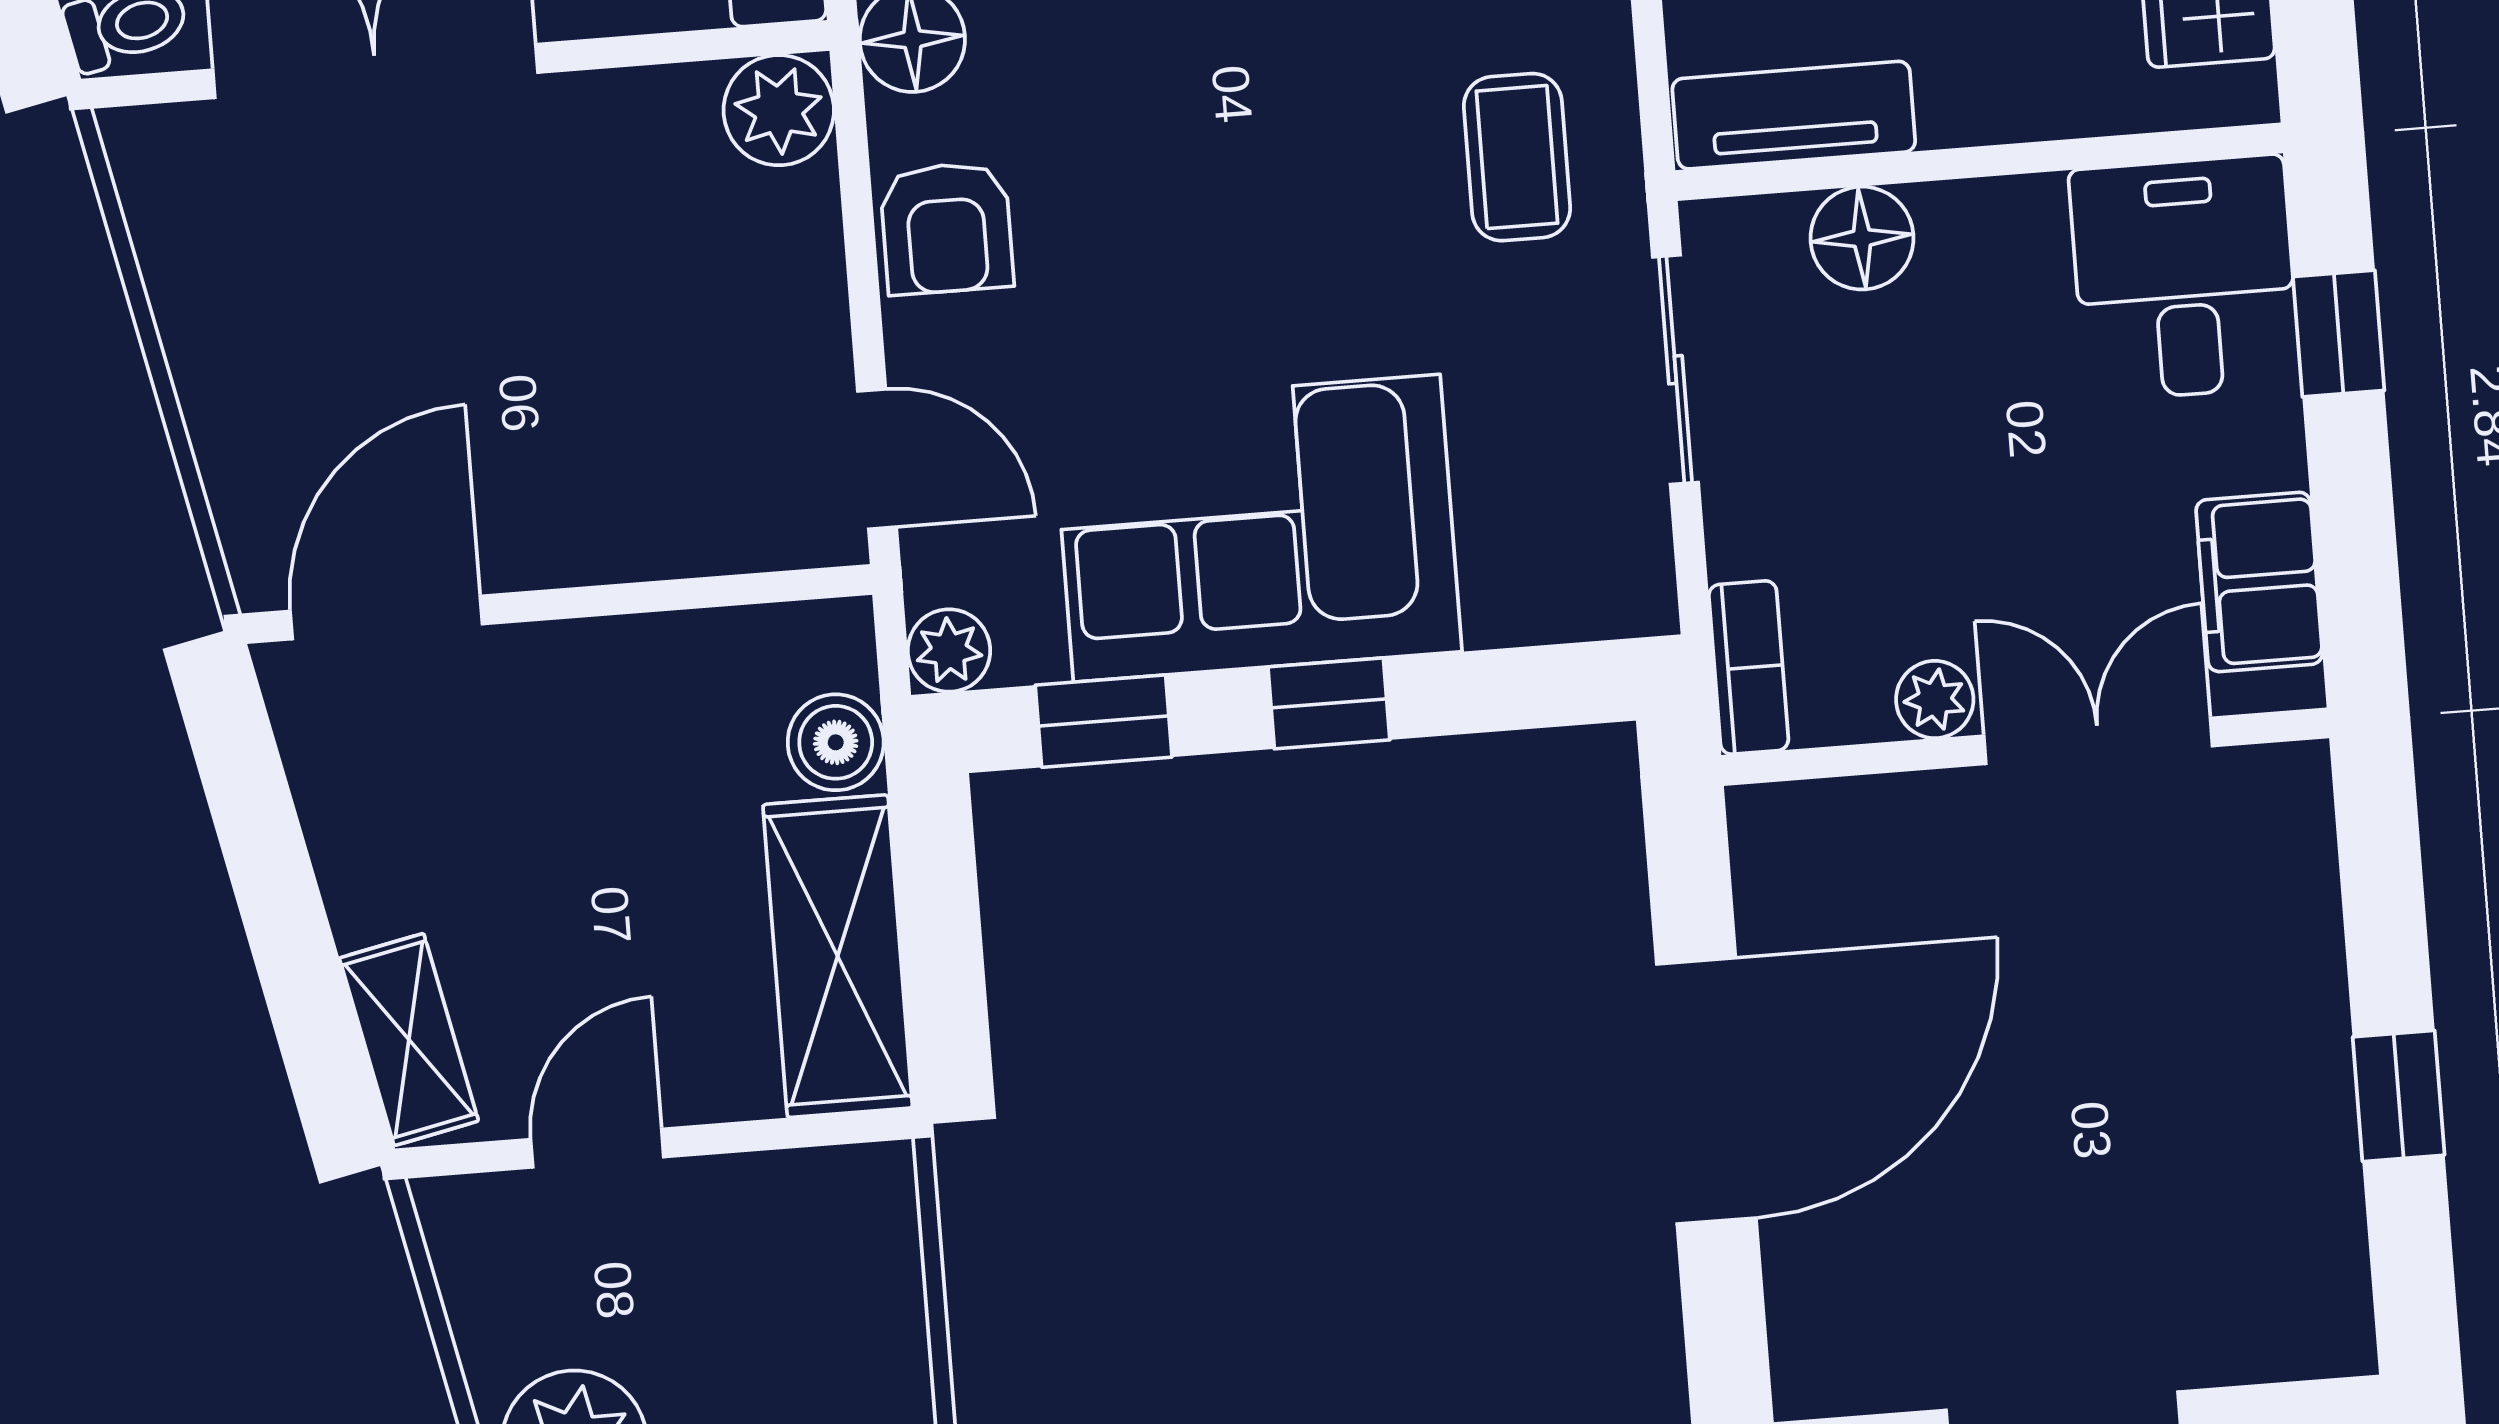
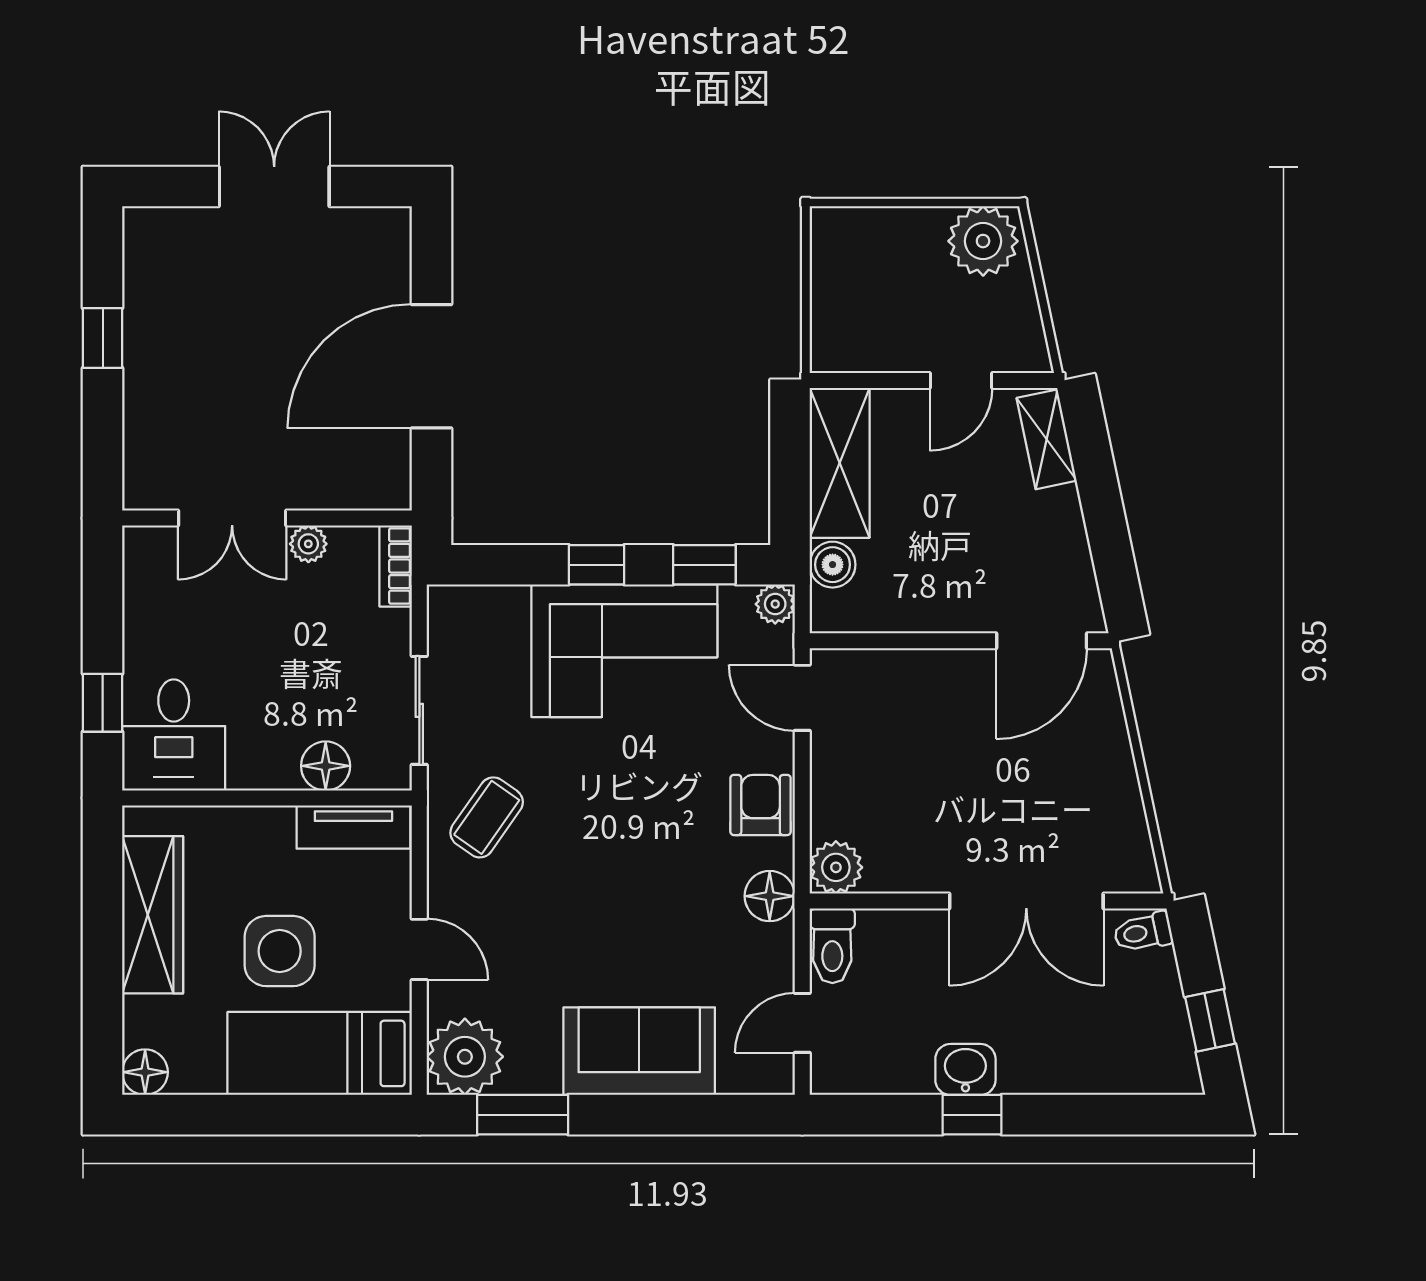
coffee table: (1517, 157) -> (487, 817), turned 35
filing cabinet: (2259, 582) -> (150, 588), removed

